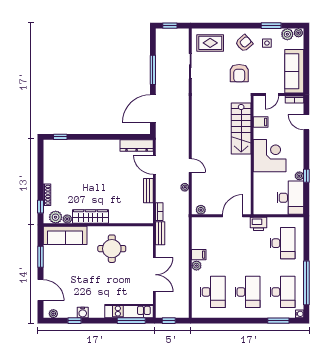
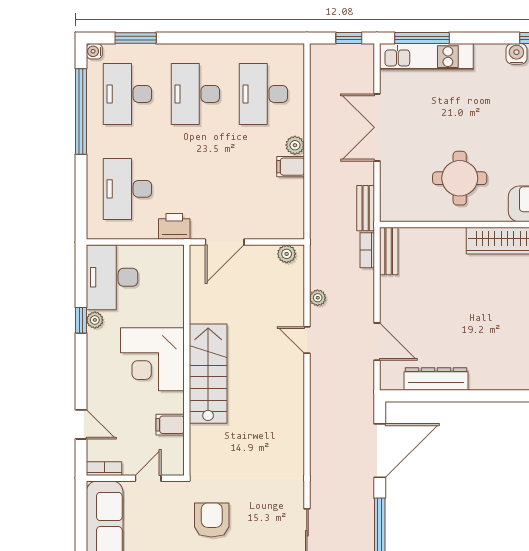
stairs: (241, 129) -> (208, 374), moved
dresser: (137, 146) -> (436, 379), moved
bench: (148, 191) -> (389, 251), moved

